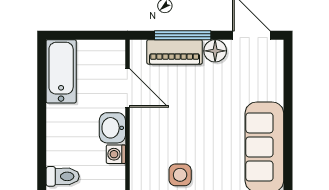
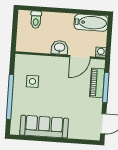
floor lamp: (215, 51) -> (96, 104), removed
washing machine: (116, 154) -> (101, 52), moved

